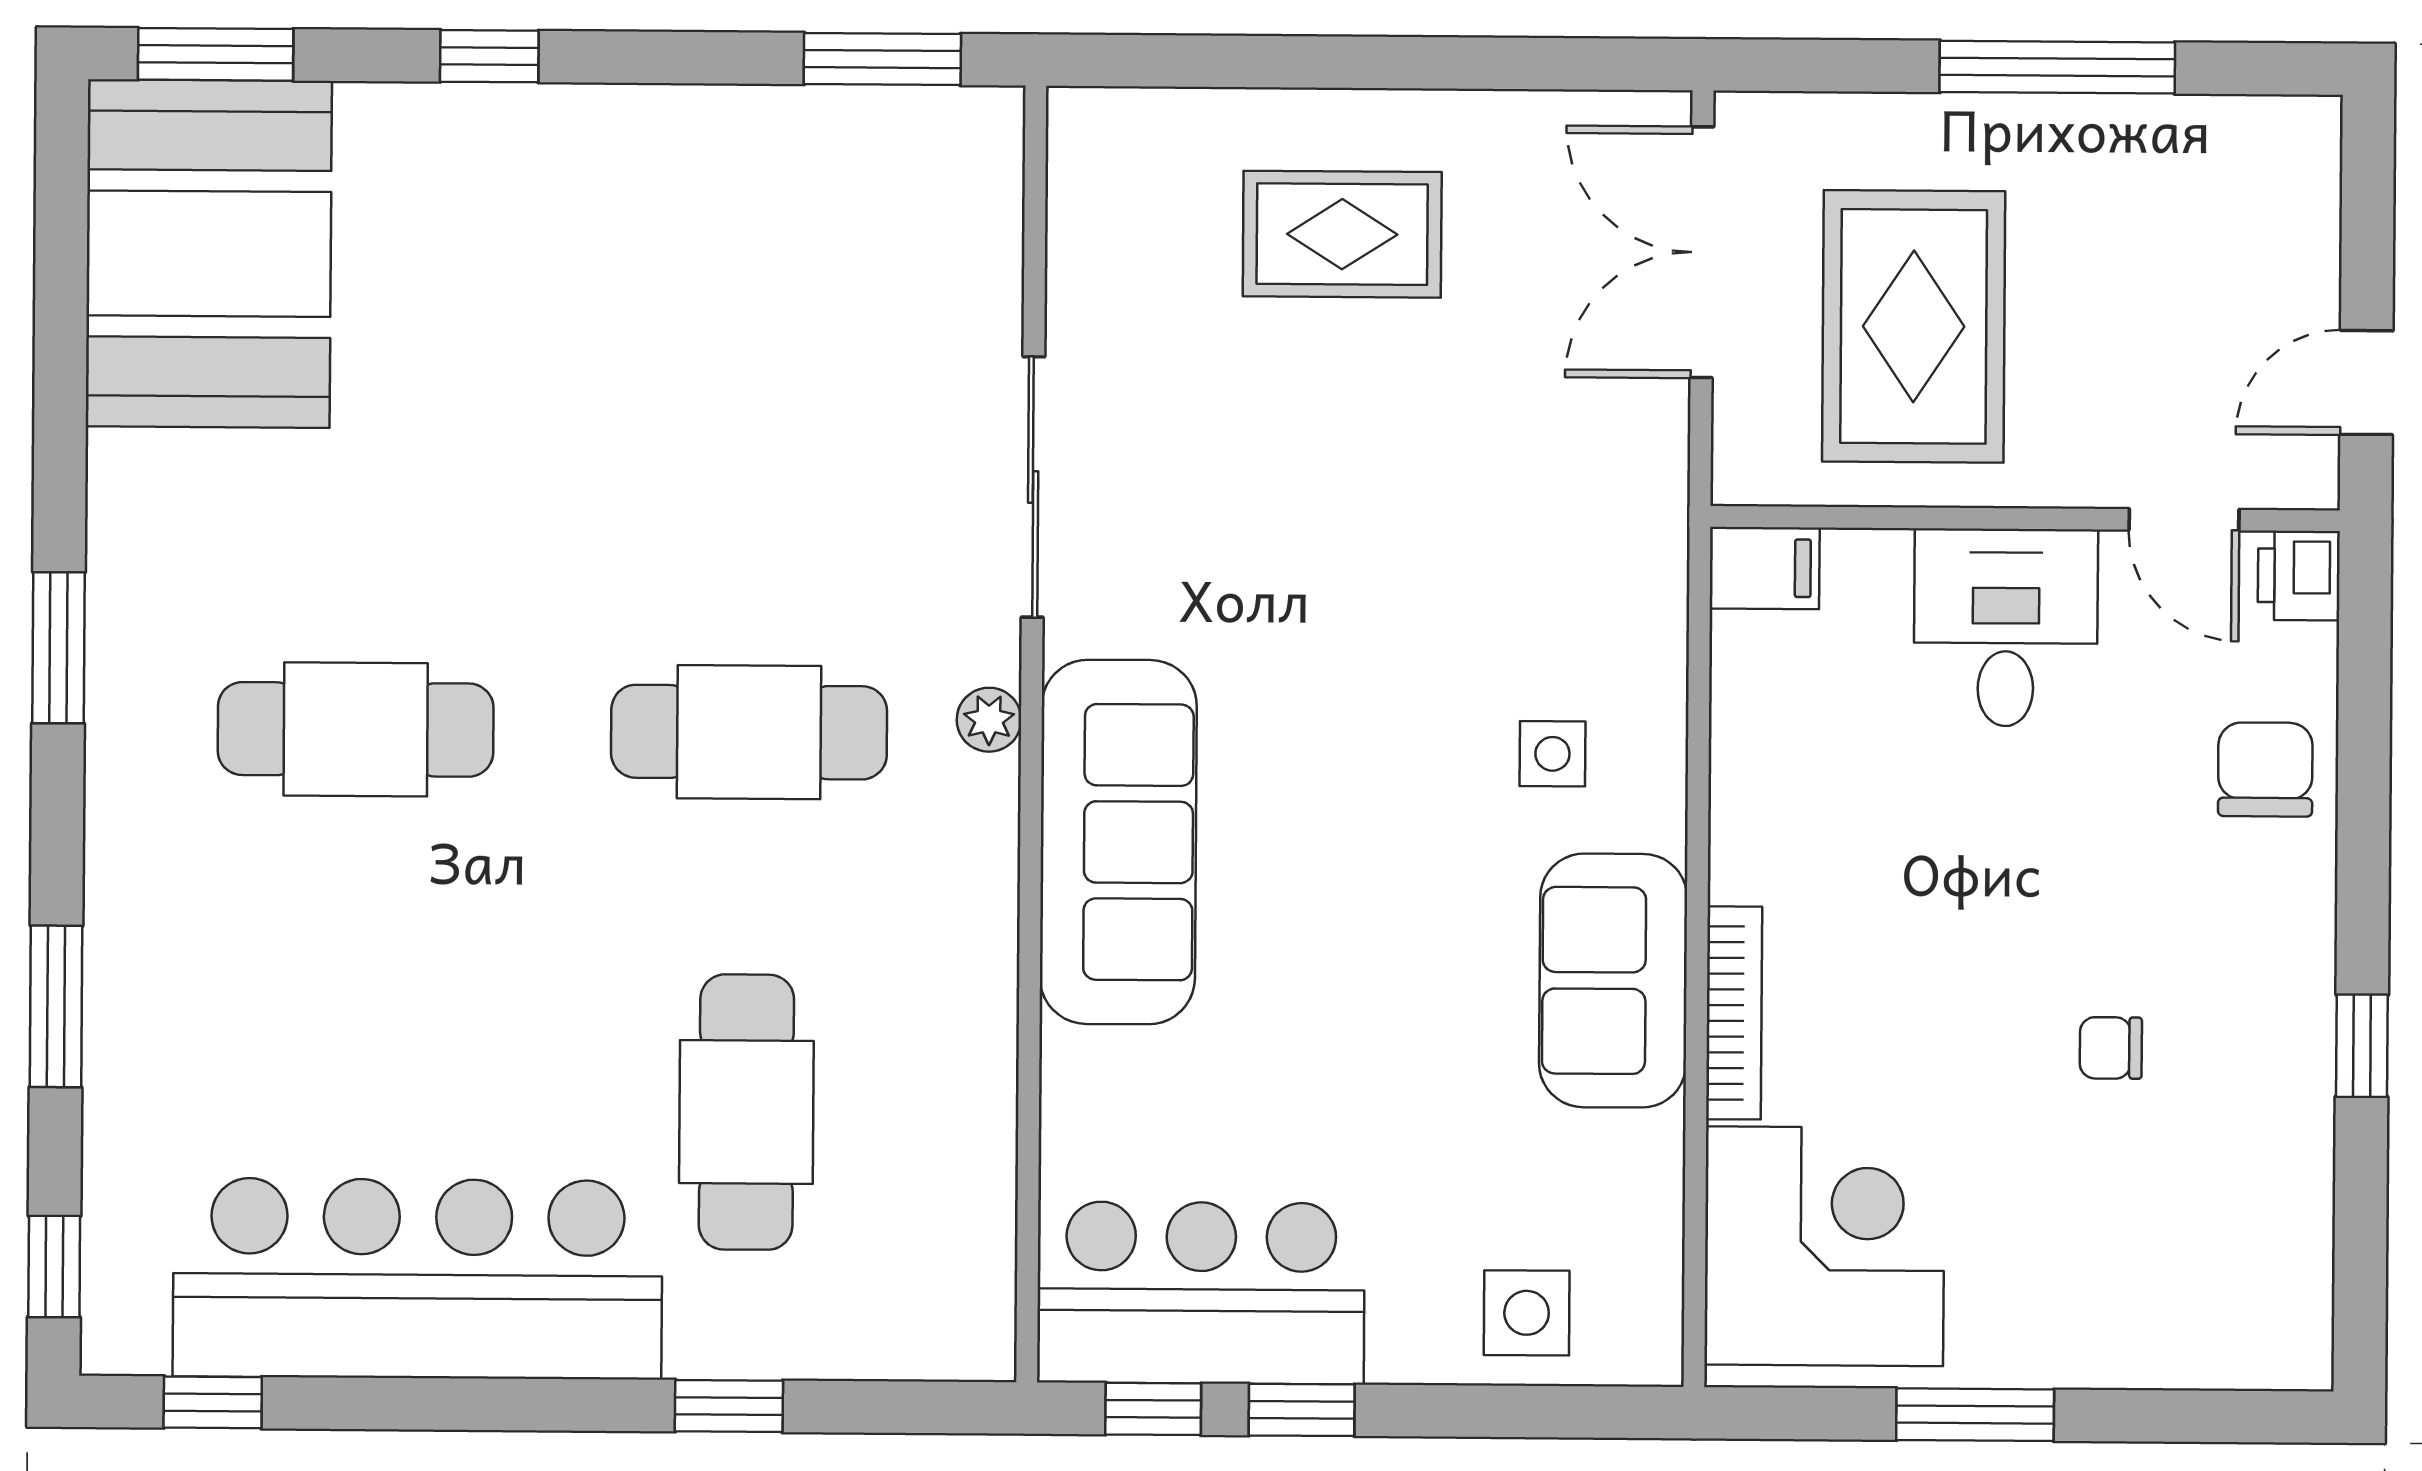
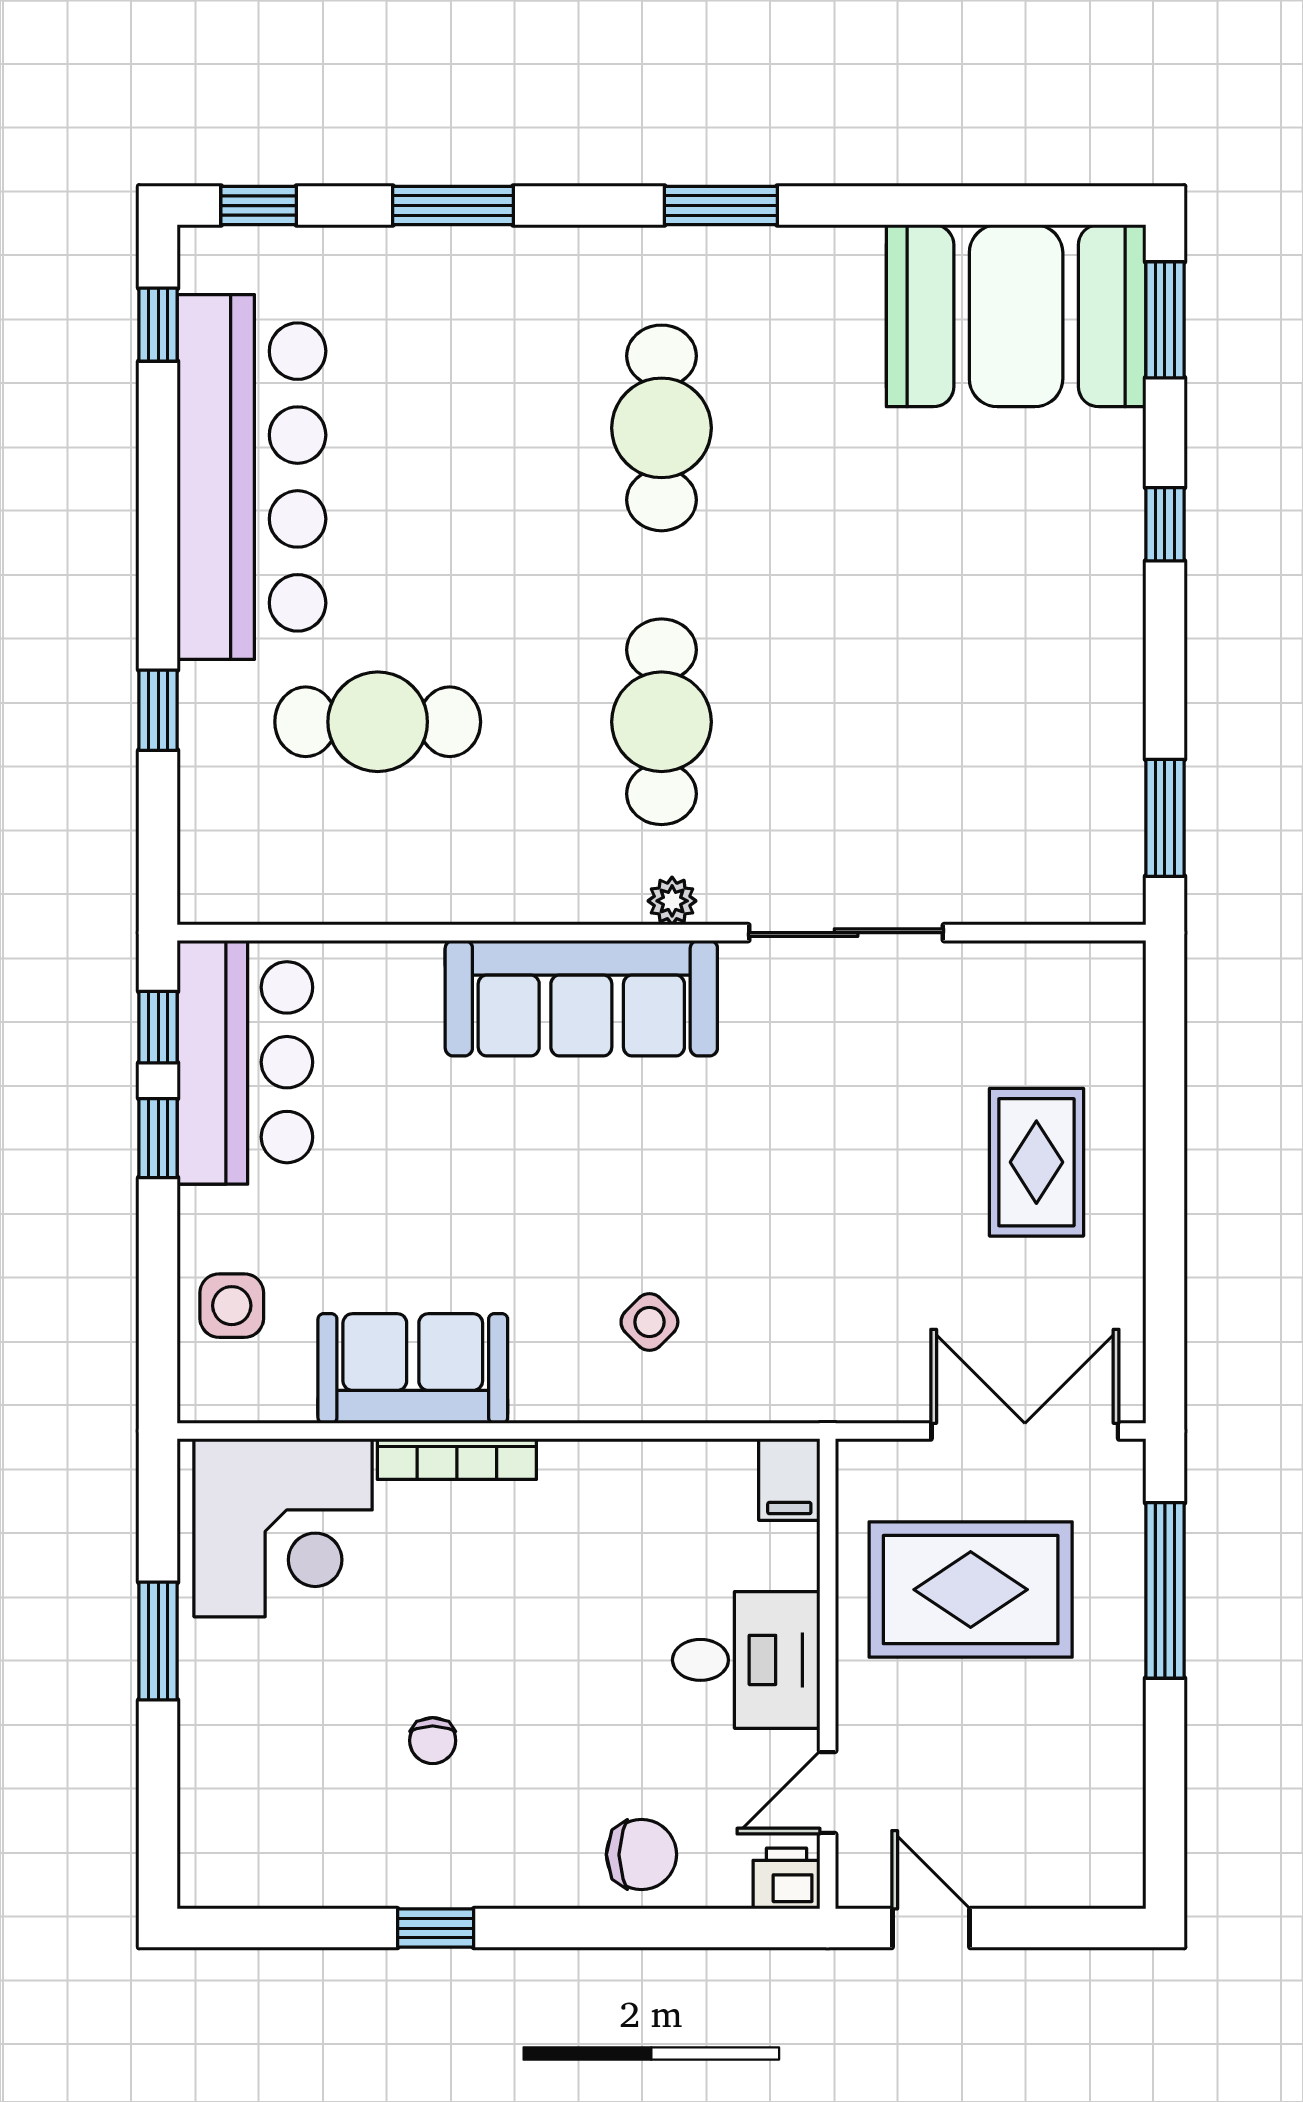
window: (2057, 67) -> (1165, 1590), moved
side table: (1552, 754) -> (649, 1322), turned 45
sofa: (1613, 981) -> (413, 1368), moved
chair: (2111, 1048) -> (433, 1741), turned 180

